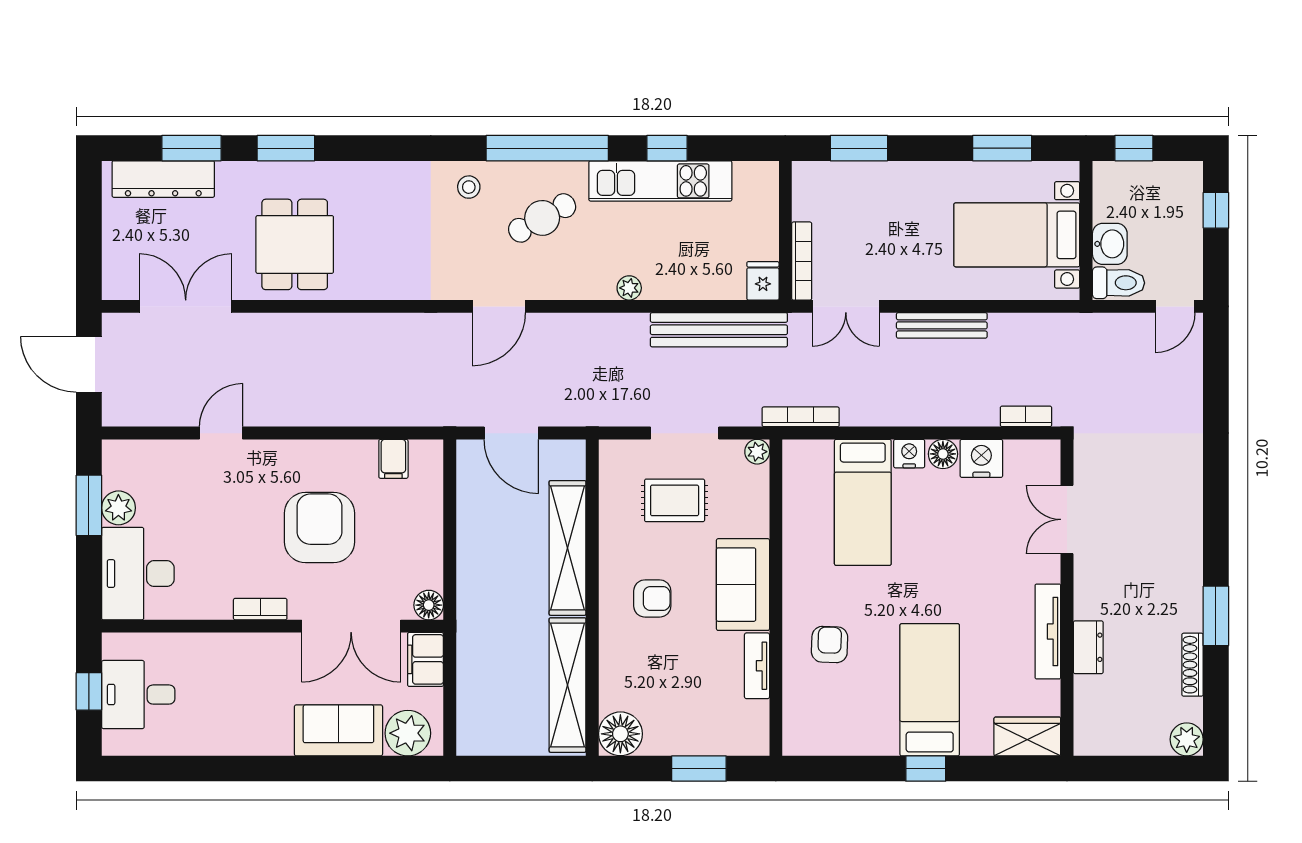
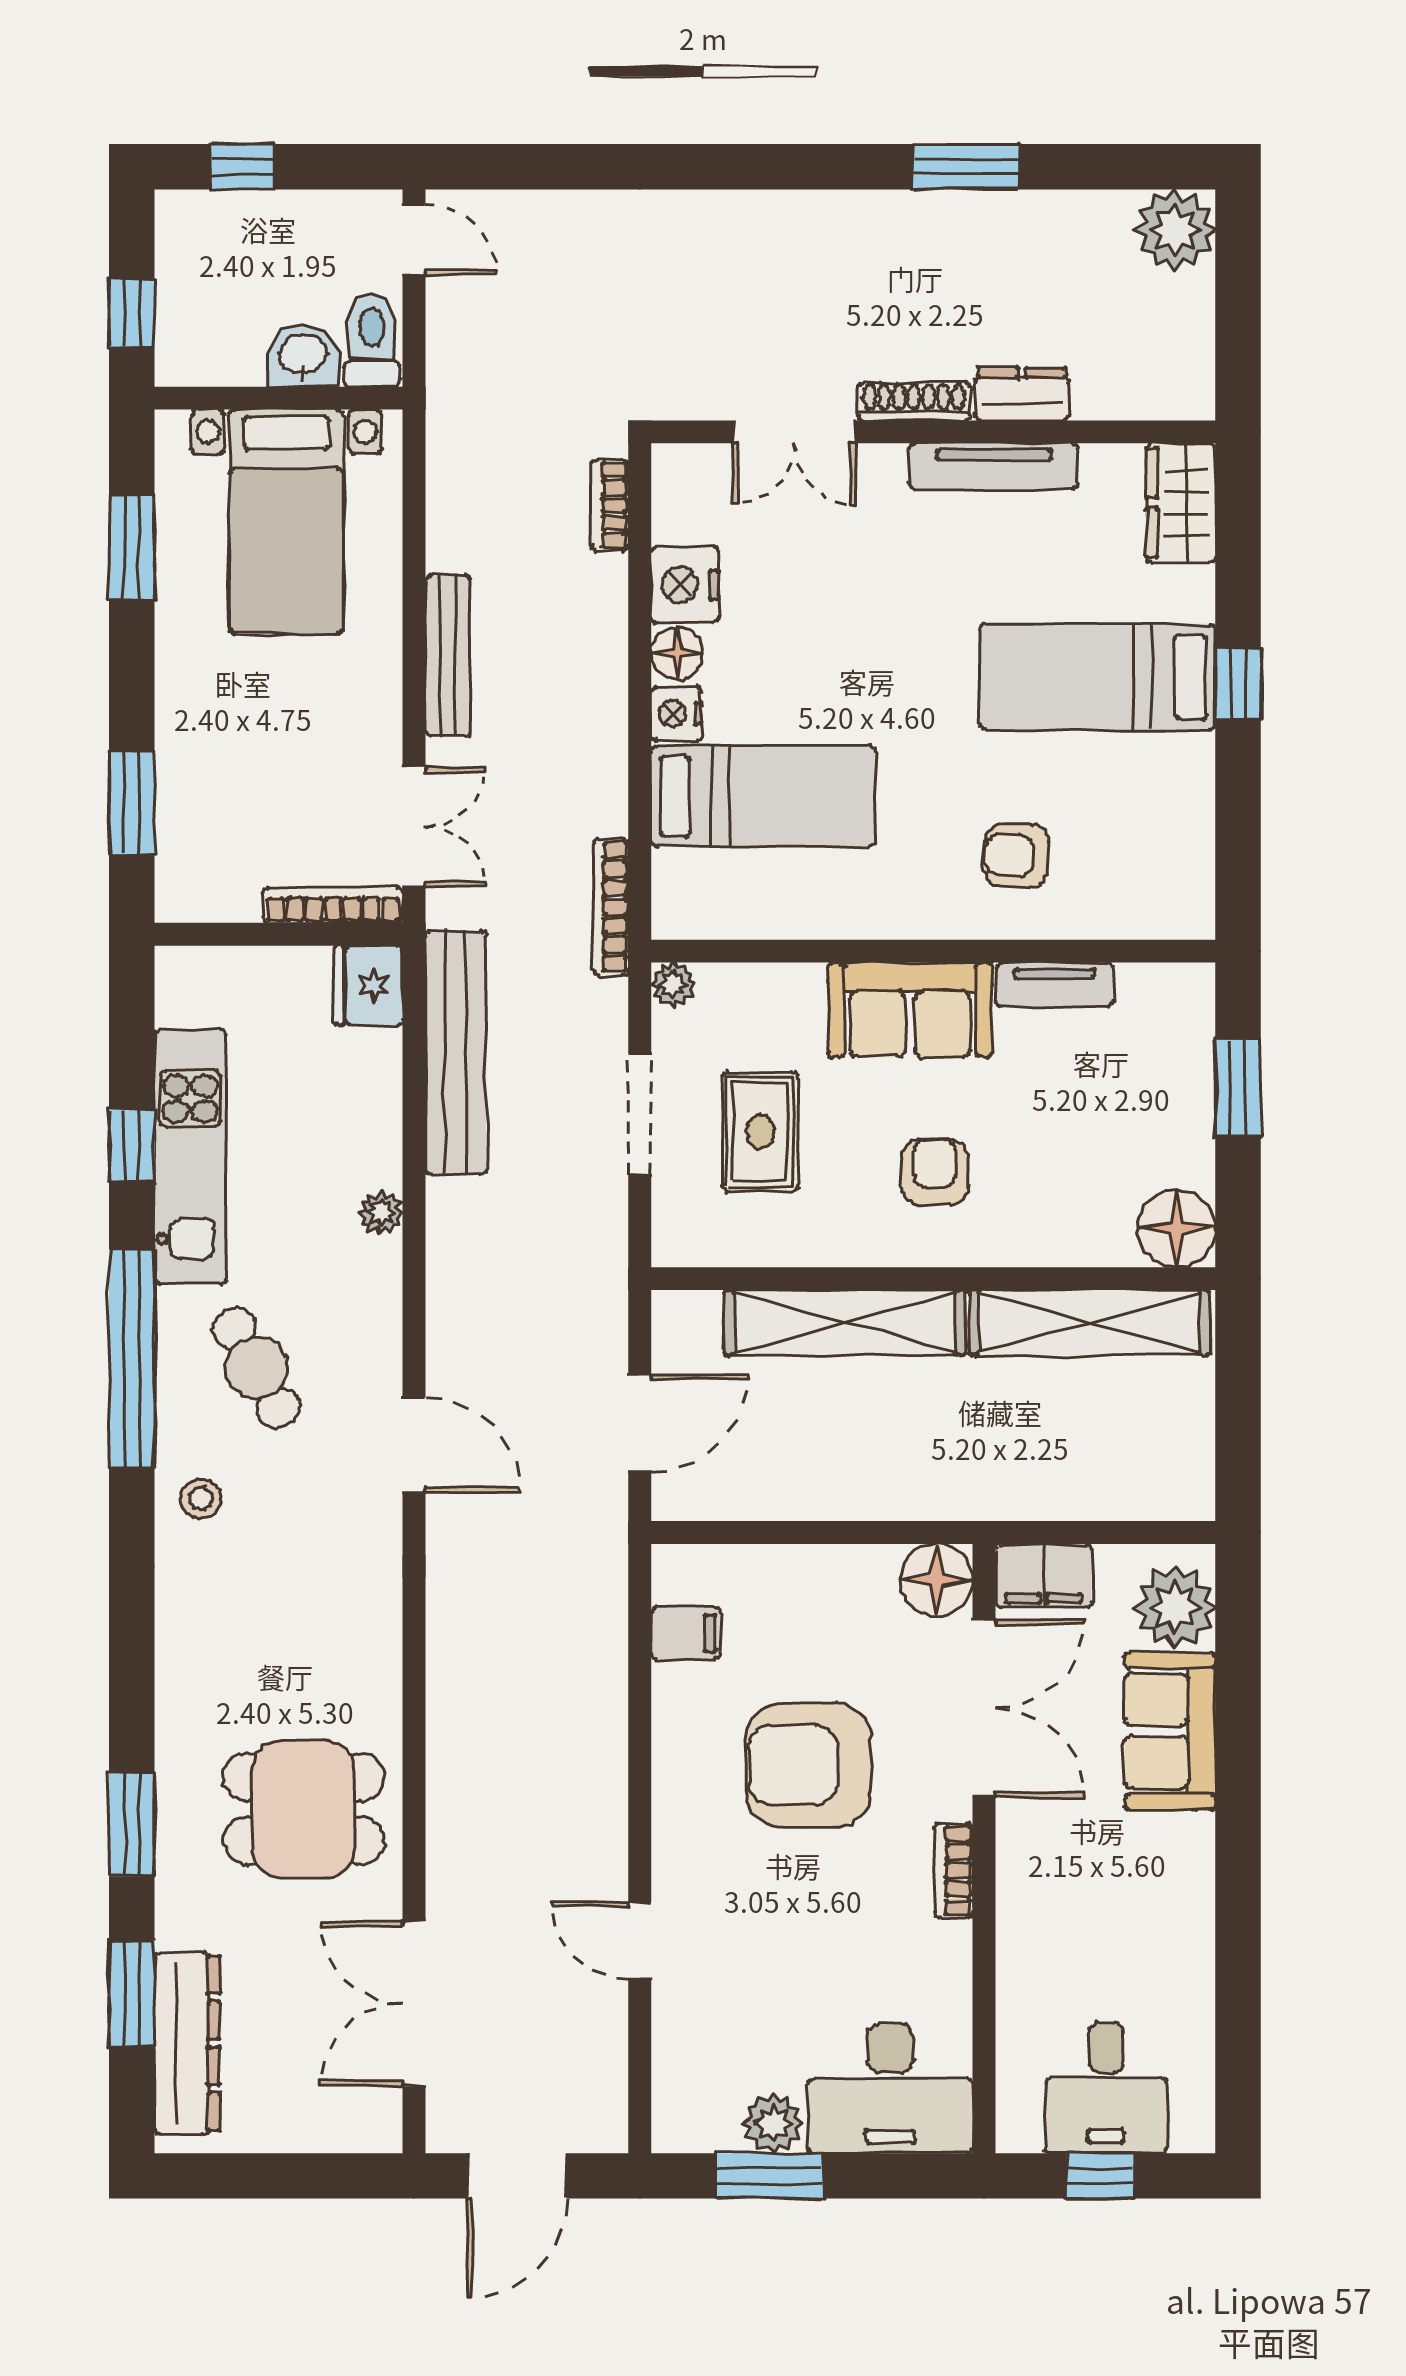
fridge: (763, 281) -> (368, 985), width x1.38
floor lamp: (429, 605) -> (937, 1580), width x1.38, depth x1.38
shoe rack: (1192, 665) -> (914, 402), moved, turned 180
plant: (1187, 739) -> (1175, 229), width x1.36, depth x1.36

